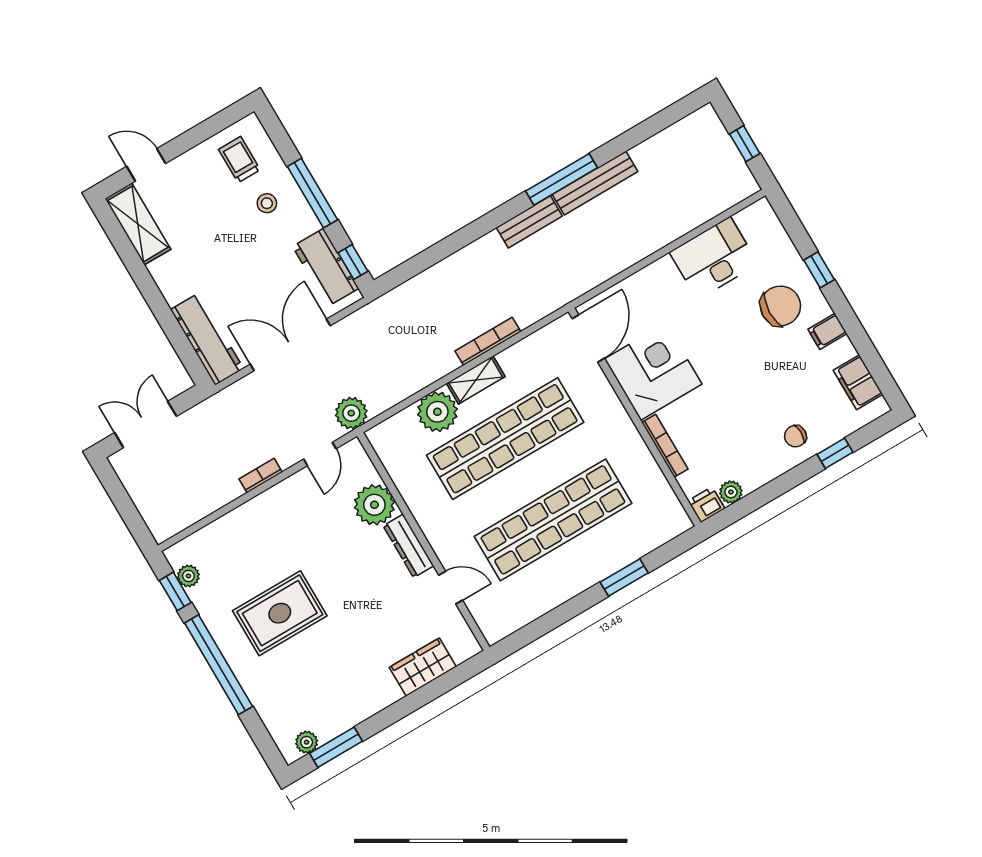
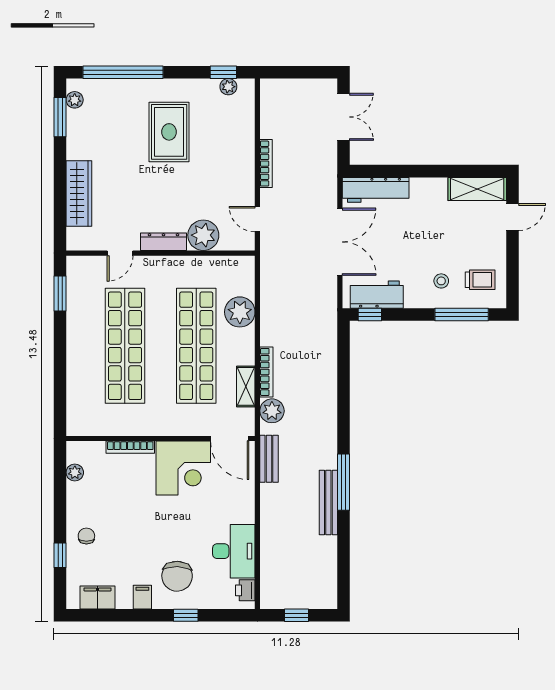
window: (312, 193) -> (462, 314), moved
bench: (529, 222) -> (269, 459), moved
shelving: (476, 380) -> (246, 386), moved
plant: (351, 413) -> (272, 411), moved
bookcase: (261, 476) -> (266, 164), width x1.56
printer: (706, 505) -> (245, 590), moved, turned 180
window: (624, 577) -> (60, 293), moved
window: (219, 665) -> (123, 72), moved
wardrobe: (423, 667) -> (79, 193), width x1.50

